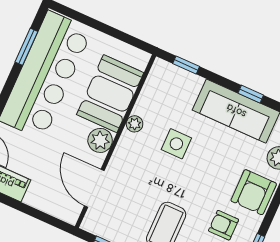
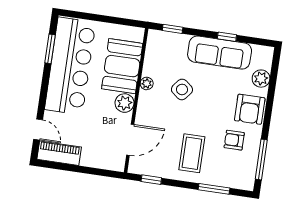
side table: (176, 144) -> (182, 89), turned 38
door: (94, 188) -> (130, 140), swing flipped

